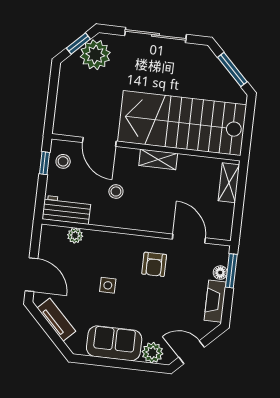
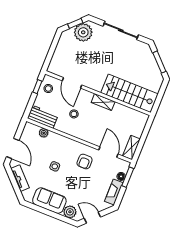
stairs: (182, 123) -> (130, 93), width x0.73, depth x0.66
shelving: (229, 183) -> (131, 148), moved

